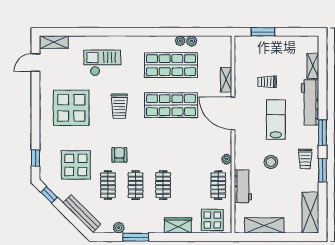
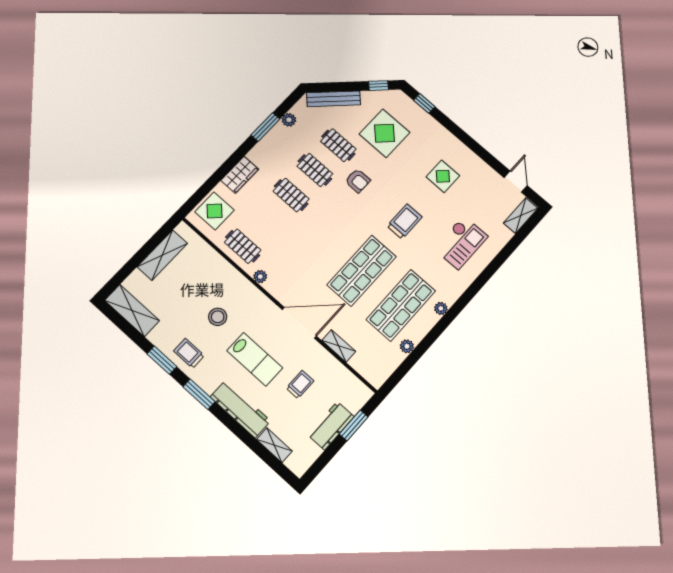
plant: (180, 41) -> (441, 308), moved
trolley: (119, 106) -> (405, 221), turned 90
display table: (71, 108) -> (443, 176), width x0.54, depth x0.54
workbench: (243, 186) -> (331, 426), moved, turned 90

